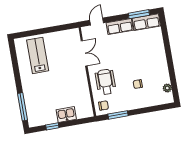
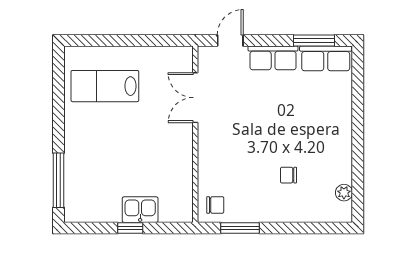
double door: (84, 53) -> (195, 98), swing flipped
lab bench: (38, 55) -> (105, 86), turned -90
wheelchair: (106, 82) -> (227, 160), removed
window: (52, 126) -> (130, 228), moved

